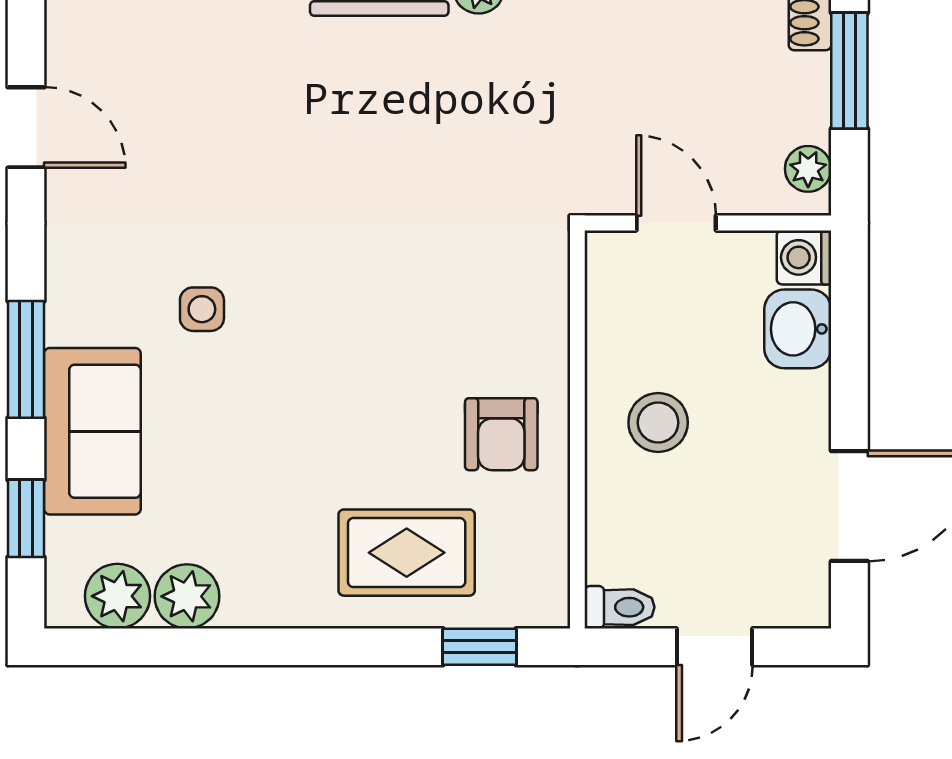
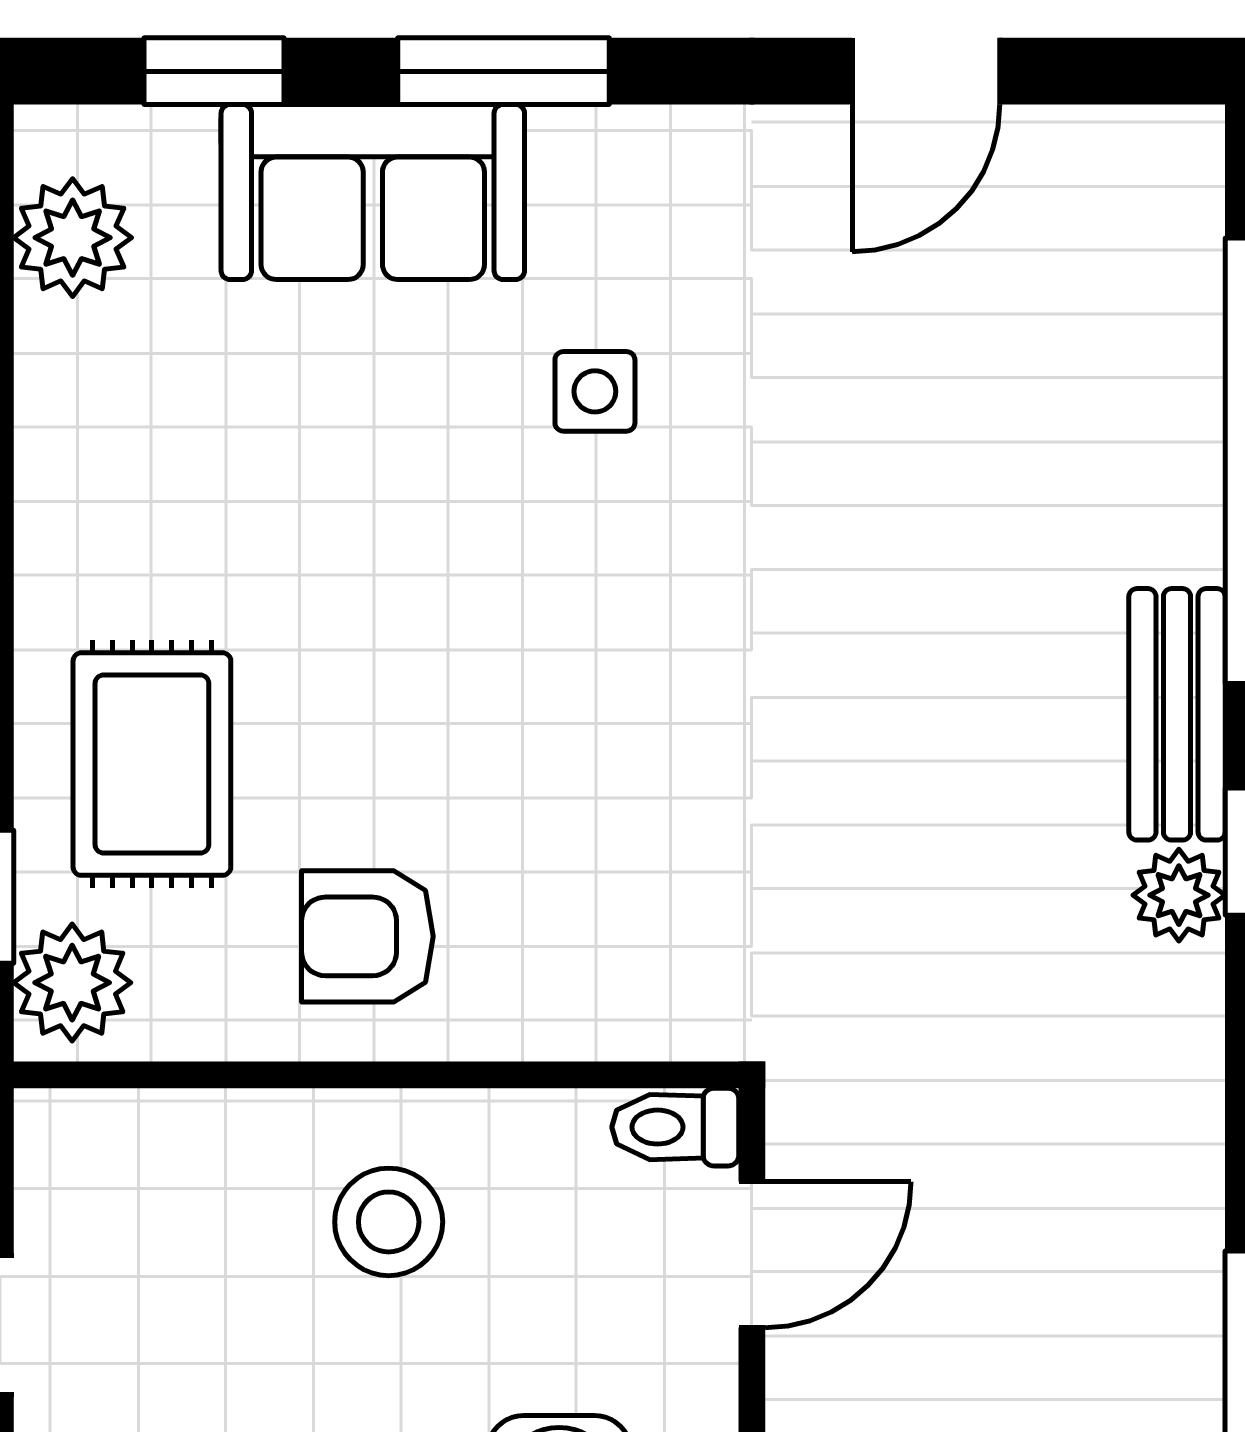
plant: (187, 596) -> (72, 983), moved
toilet: (619, 607) -> (675, 1127), moved, turned 90

